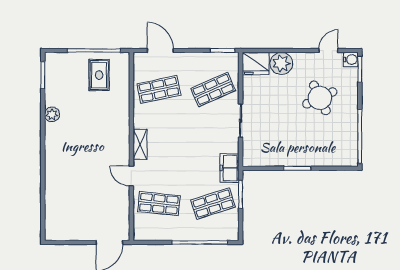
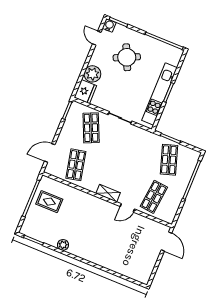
kitchen unit: (291, 158) -> (159, 94), added
freezer: (229, 168) -> (149, 139), removed

